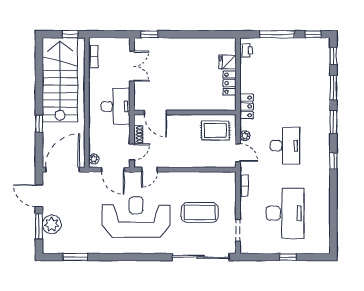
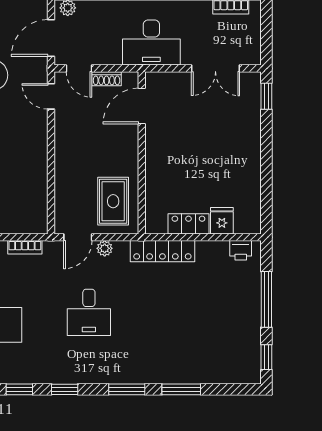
window: (333, 56) -> (19, 389), moved
locker: (247, 106) -> (162, 251), width x1.53
desk: (285, 146) -> (89, 312), width x0.73

